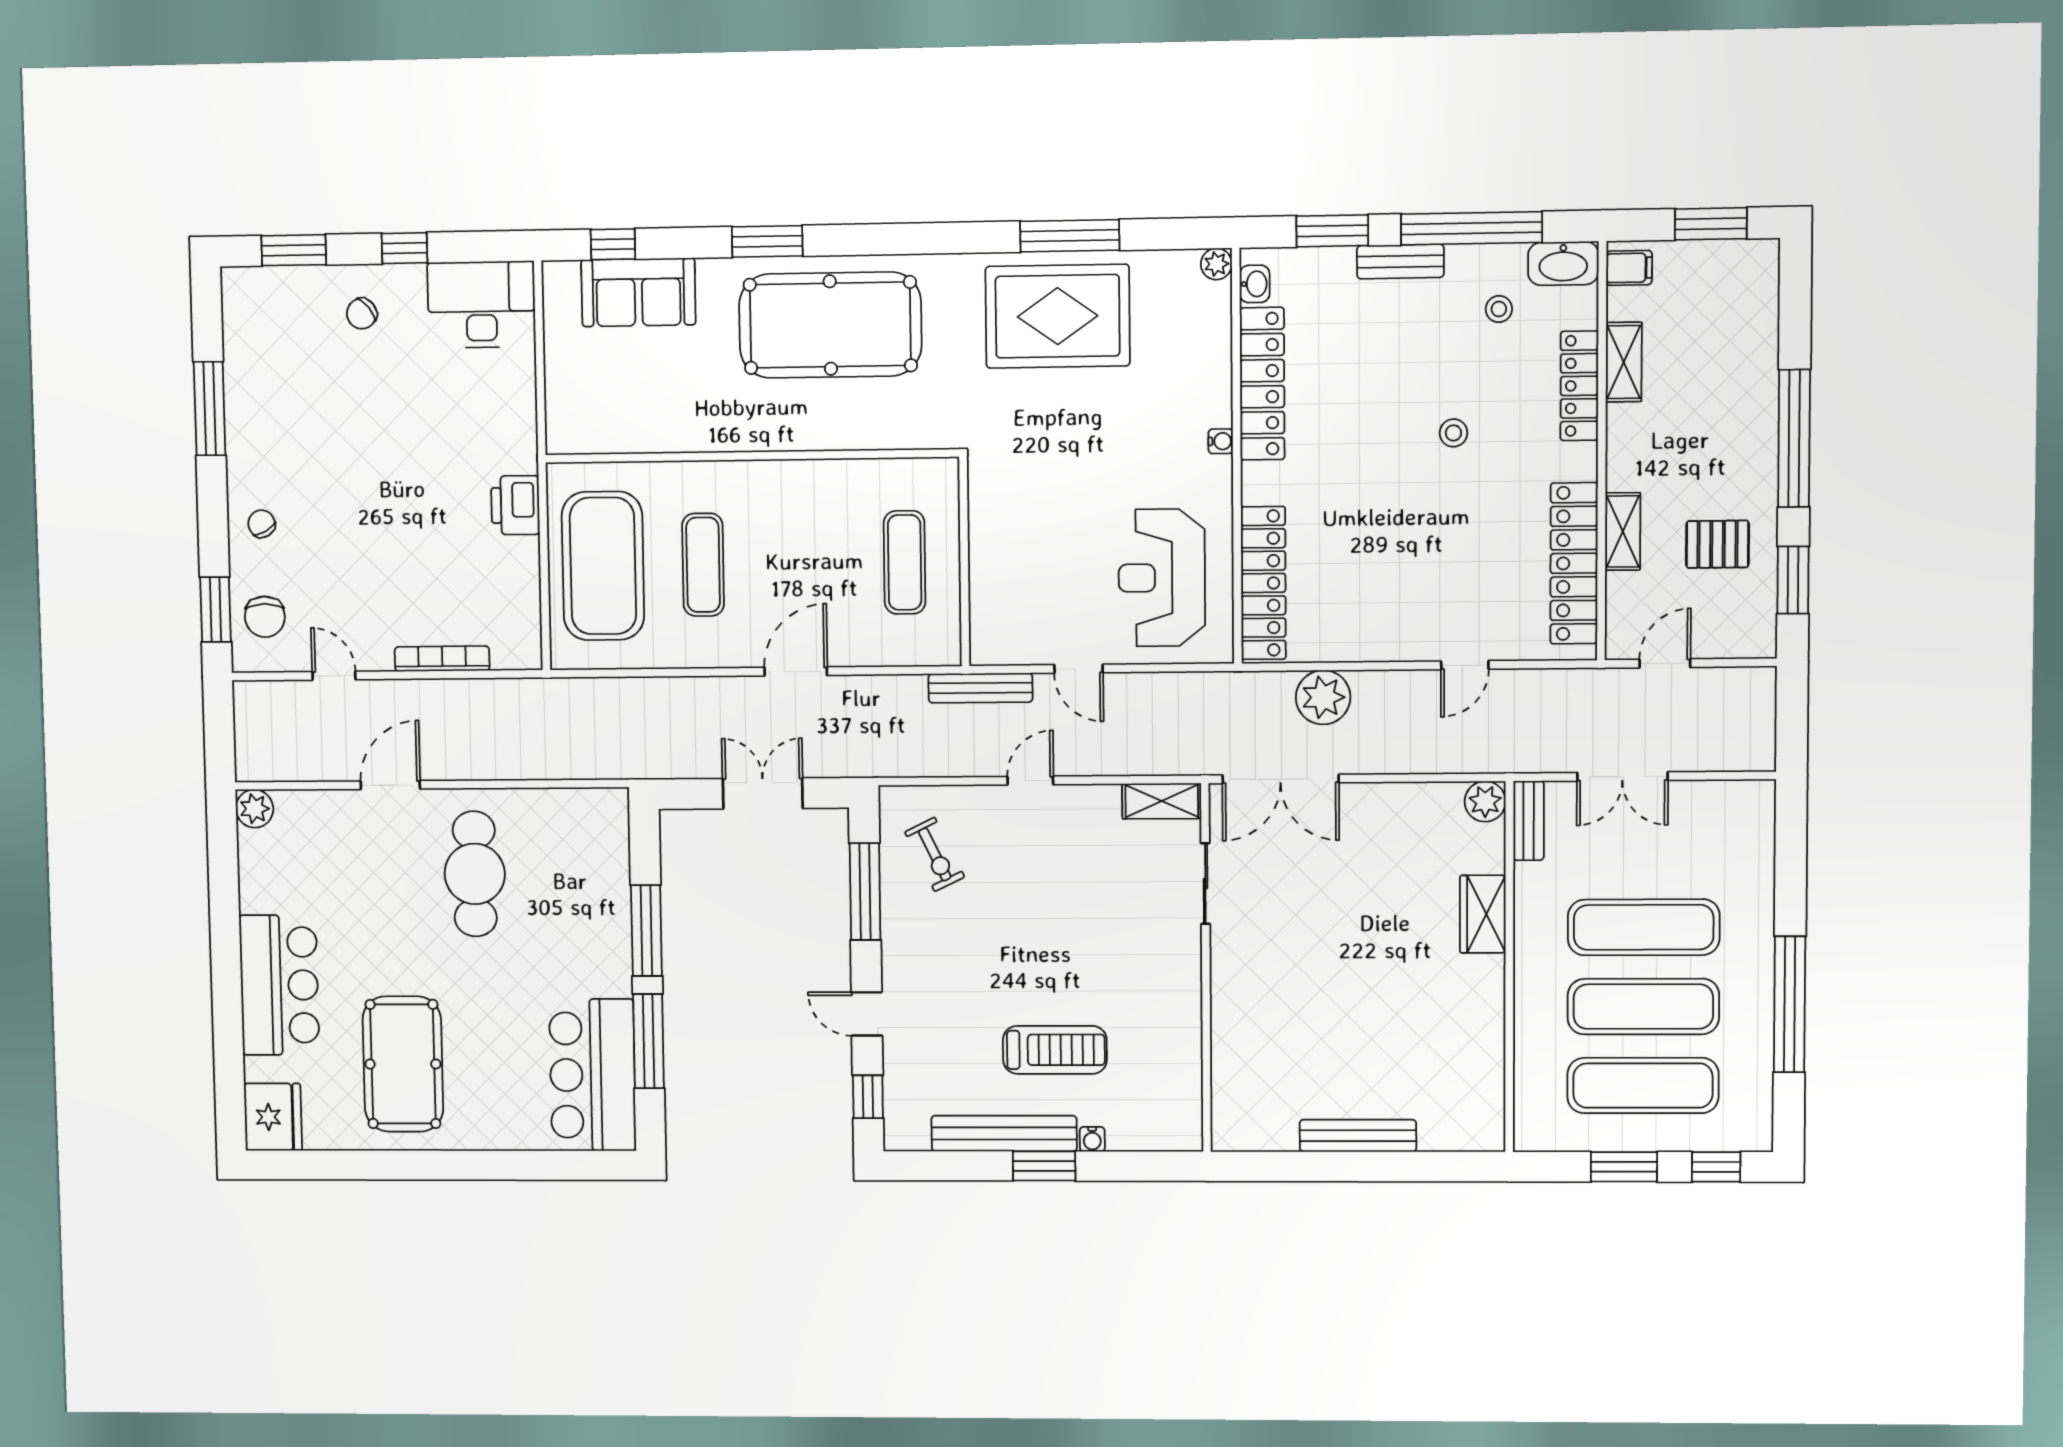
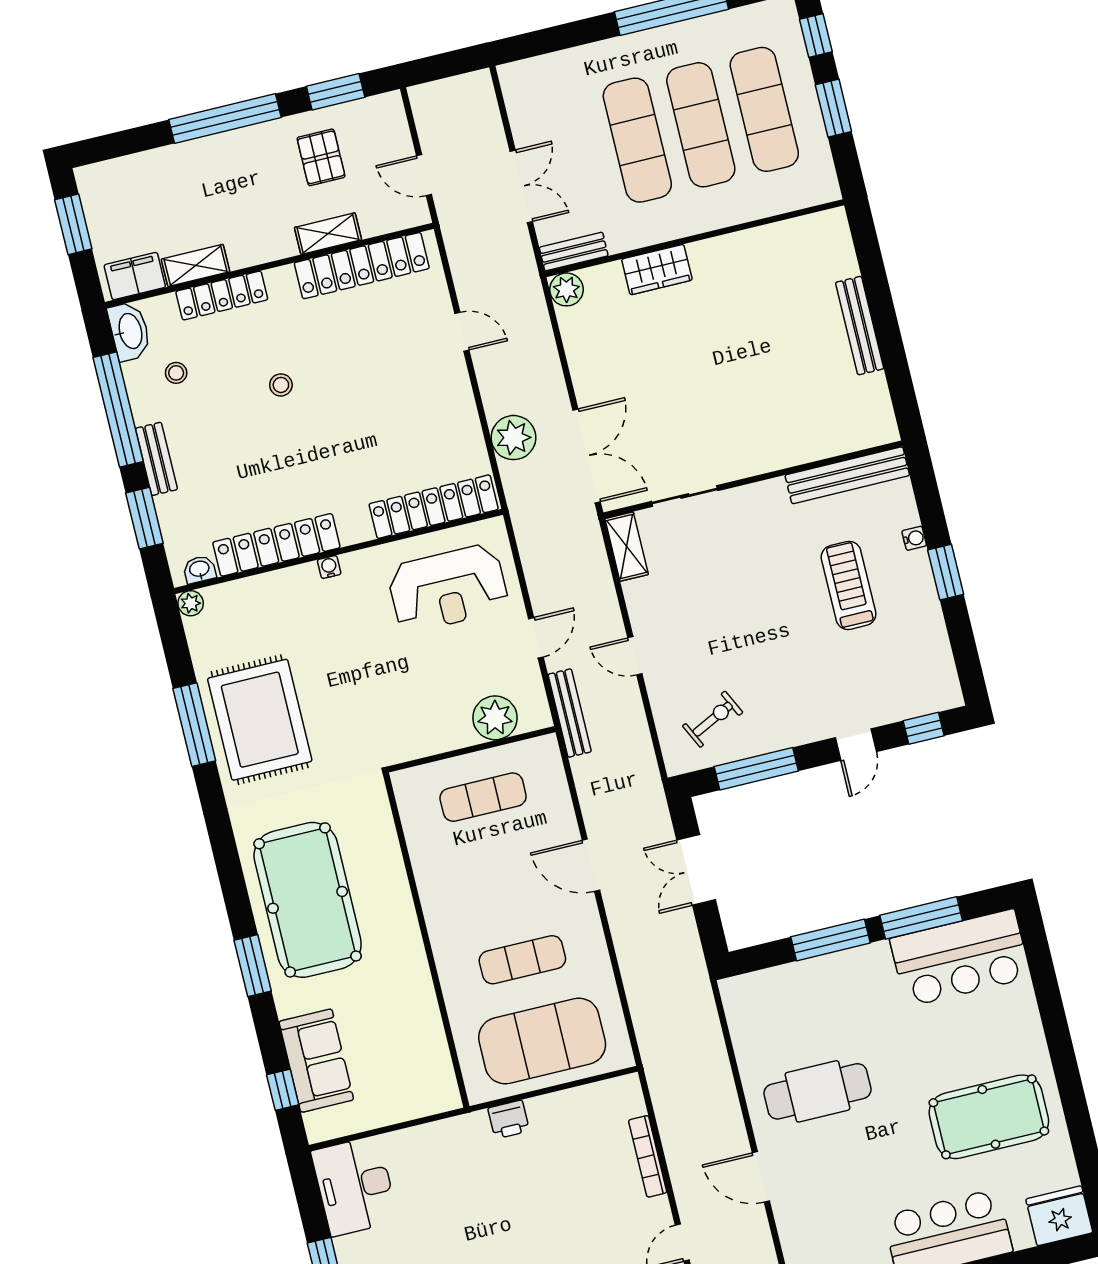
filing cabinet: (1629, 268) -> (135, 276), width x2.00
printer: (515, 505) -> (509, 1120), width x0.73, depth x0.81
plant: (995, 598) -> (495, 718), added
bench: (1004, 1133) -> (847, 475), moved, turned 90

